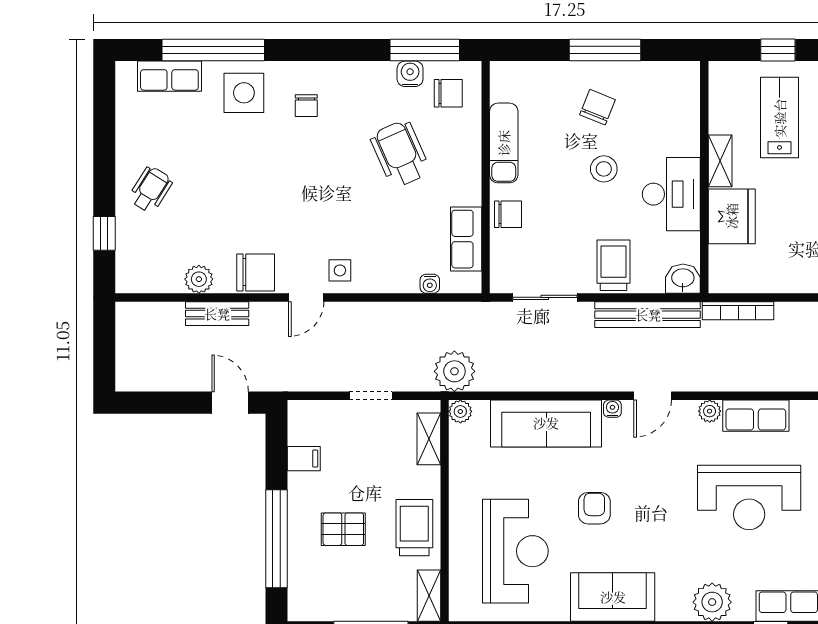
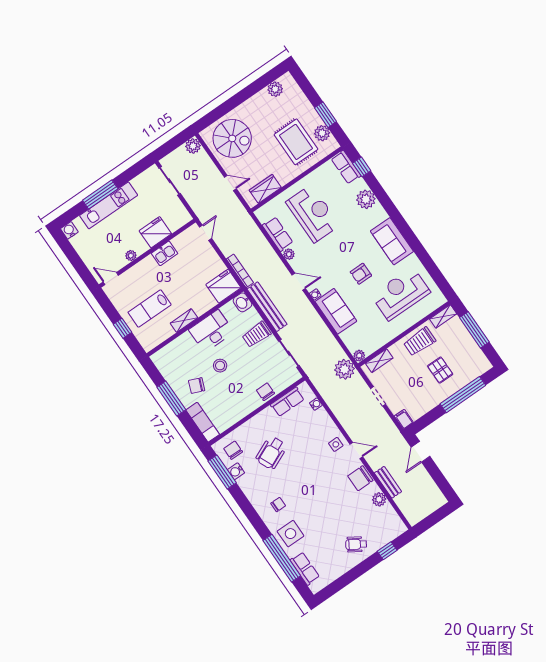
exam couch: (504, 143) -> (203, 422), moved, turned 90
fridge: (732, 216) -> (223, 286), moved
chair: (256, 272) -> (360, 478), turned -90
sofa: (546, 423) -> (336, 311), width x0.73
filing cabinet: (304, 459) -> (404, 419), moved

